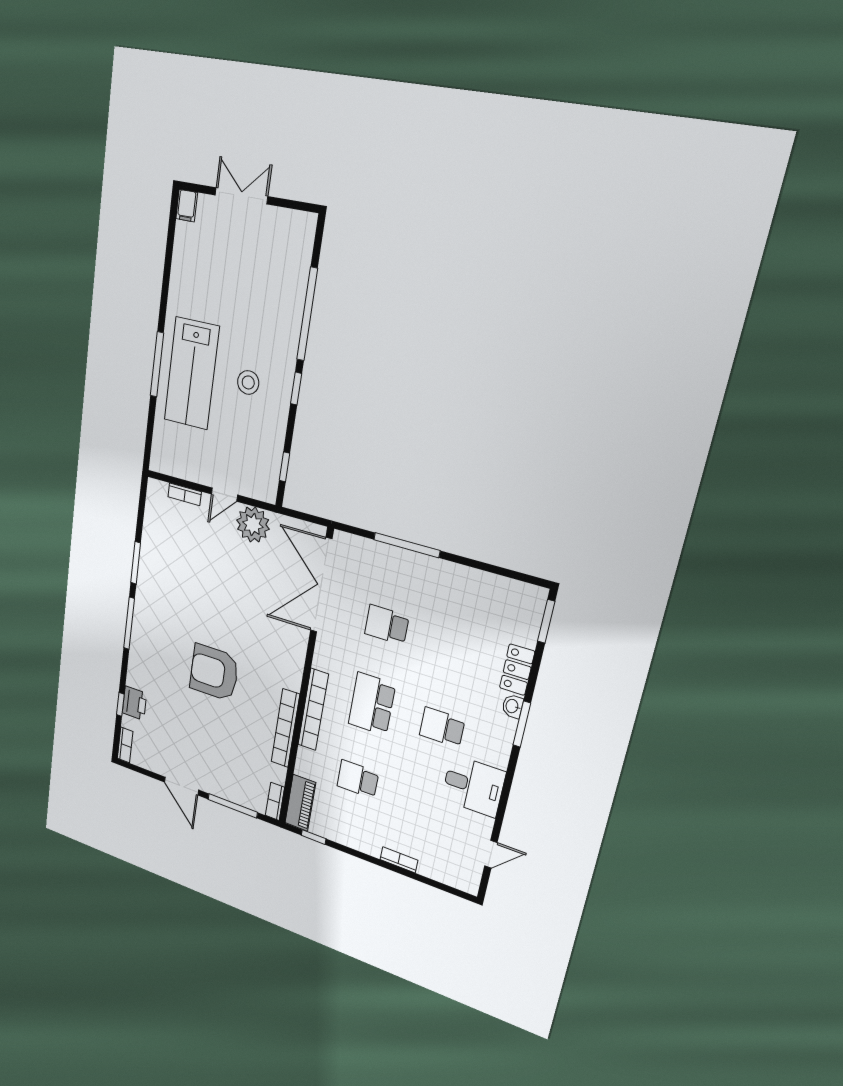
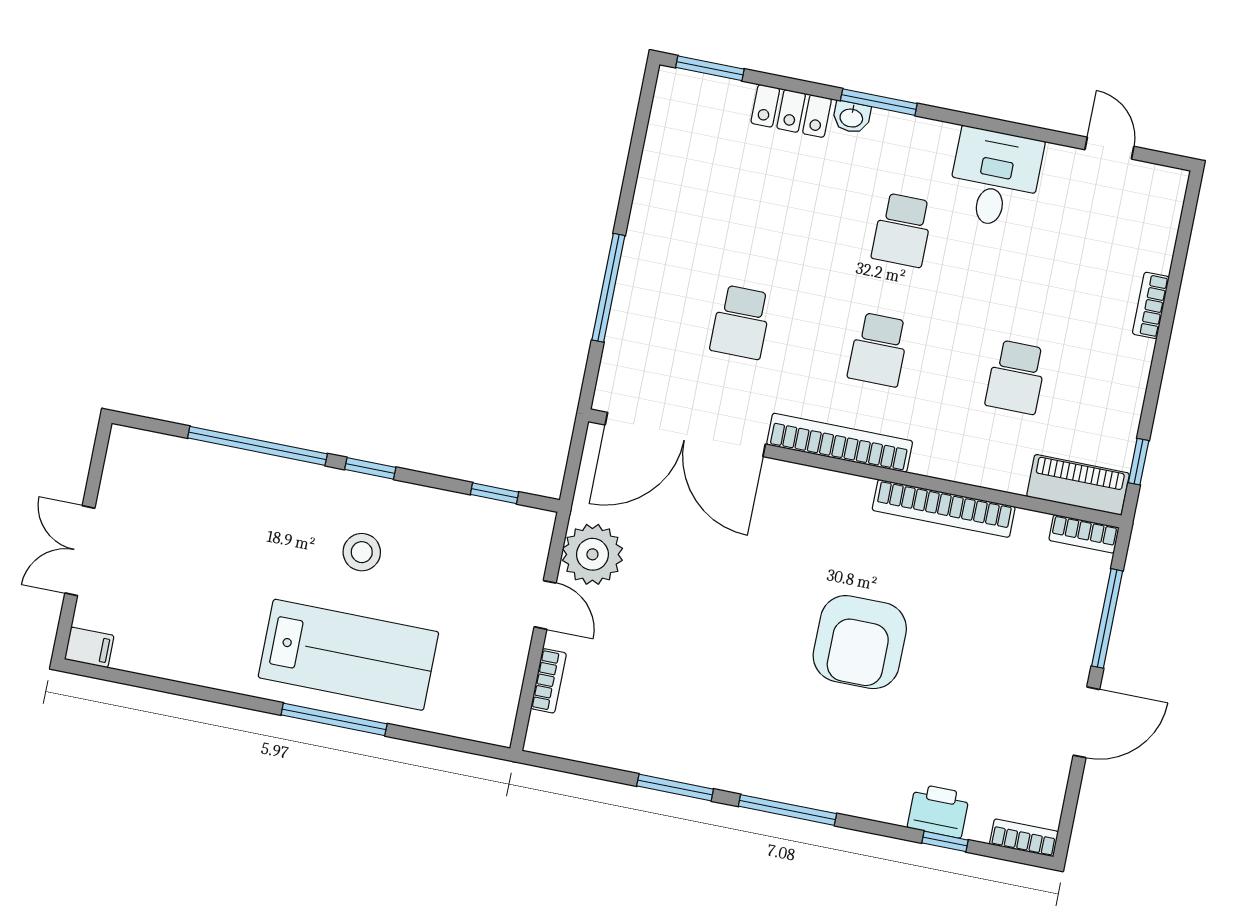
school desk: (372, 704) -> (878, 350), width x0.54
bookcase: (313, 710) -> (840, 443), moved

